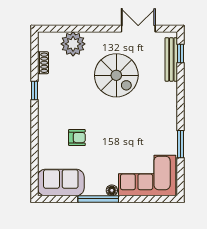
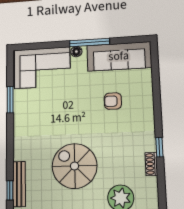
shoe rack: (43, 63) -> (151, 164), moved
sofa: (61, 183) -> (119, 56), width x1.36

